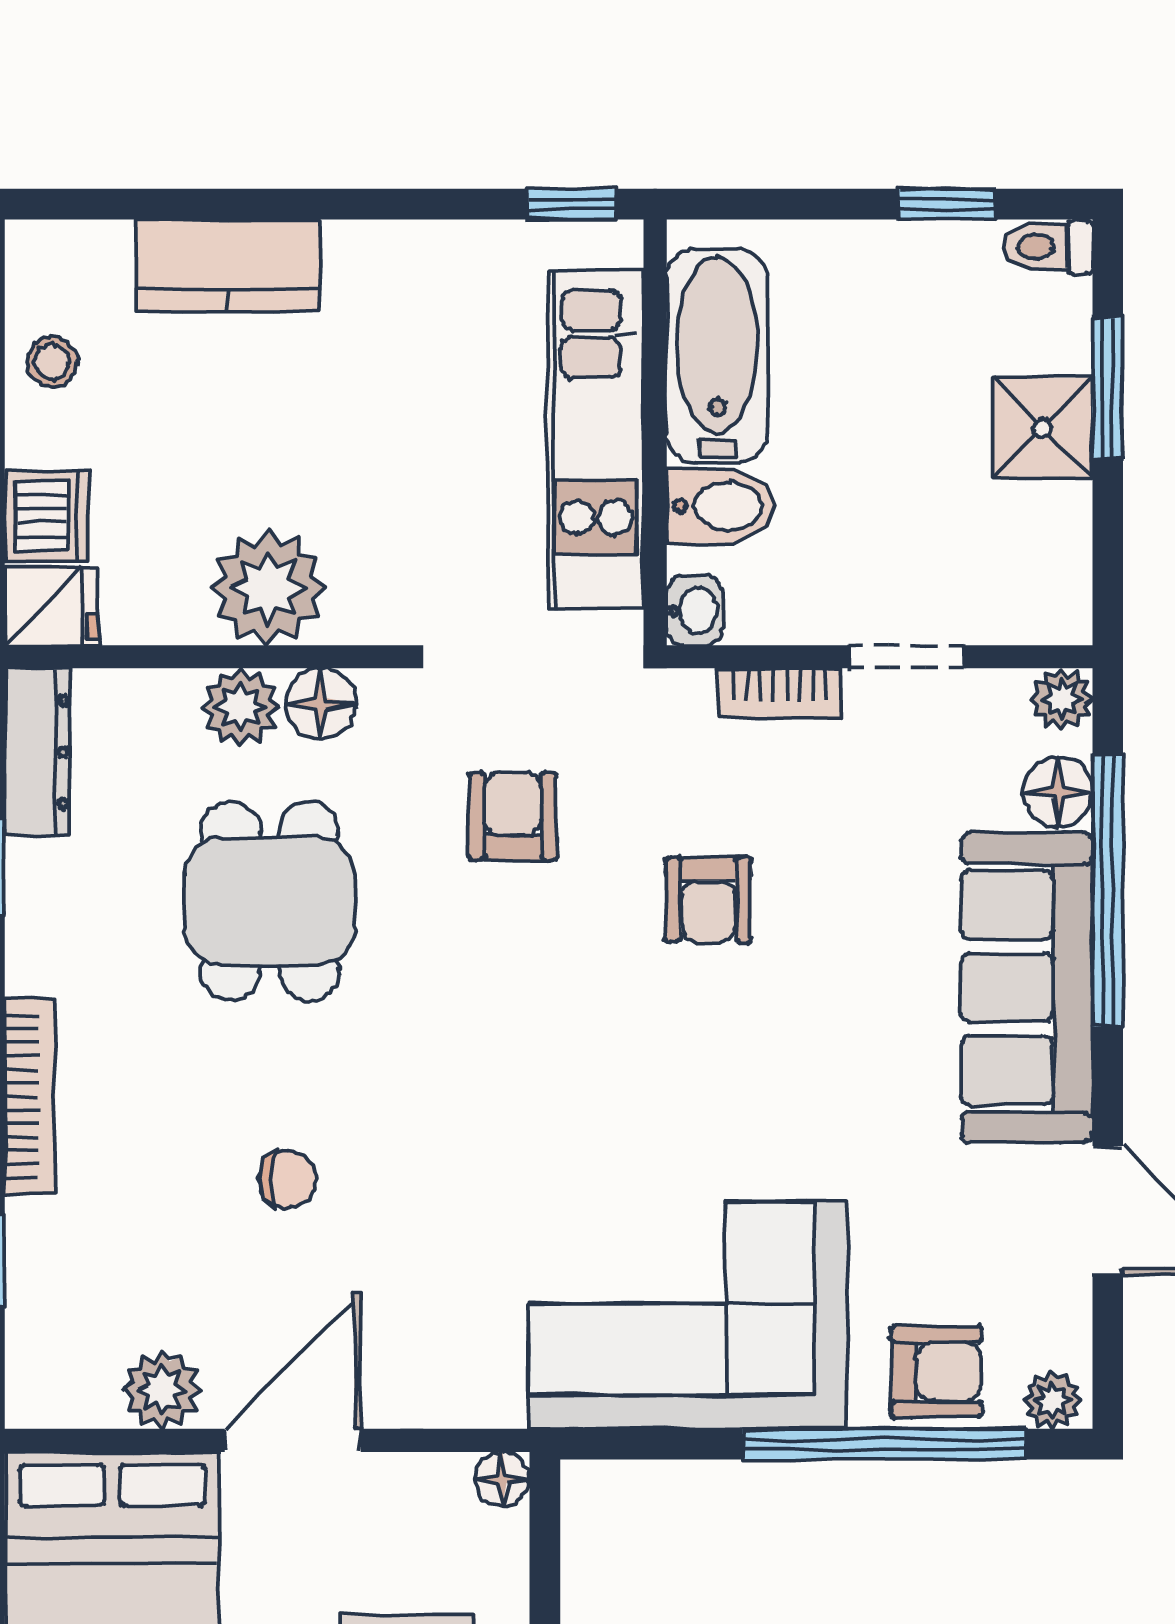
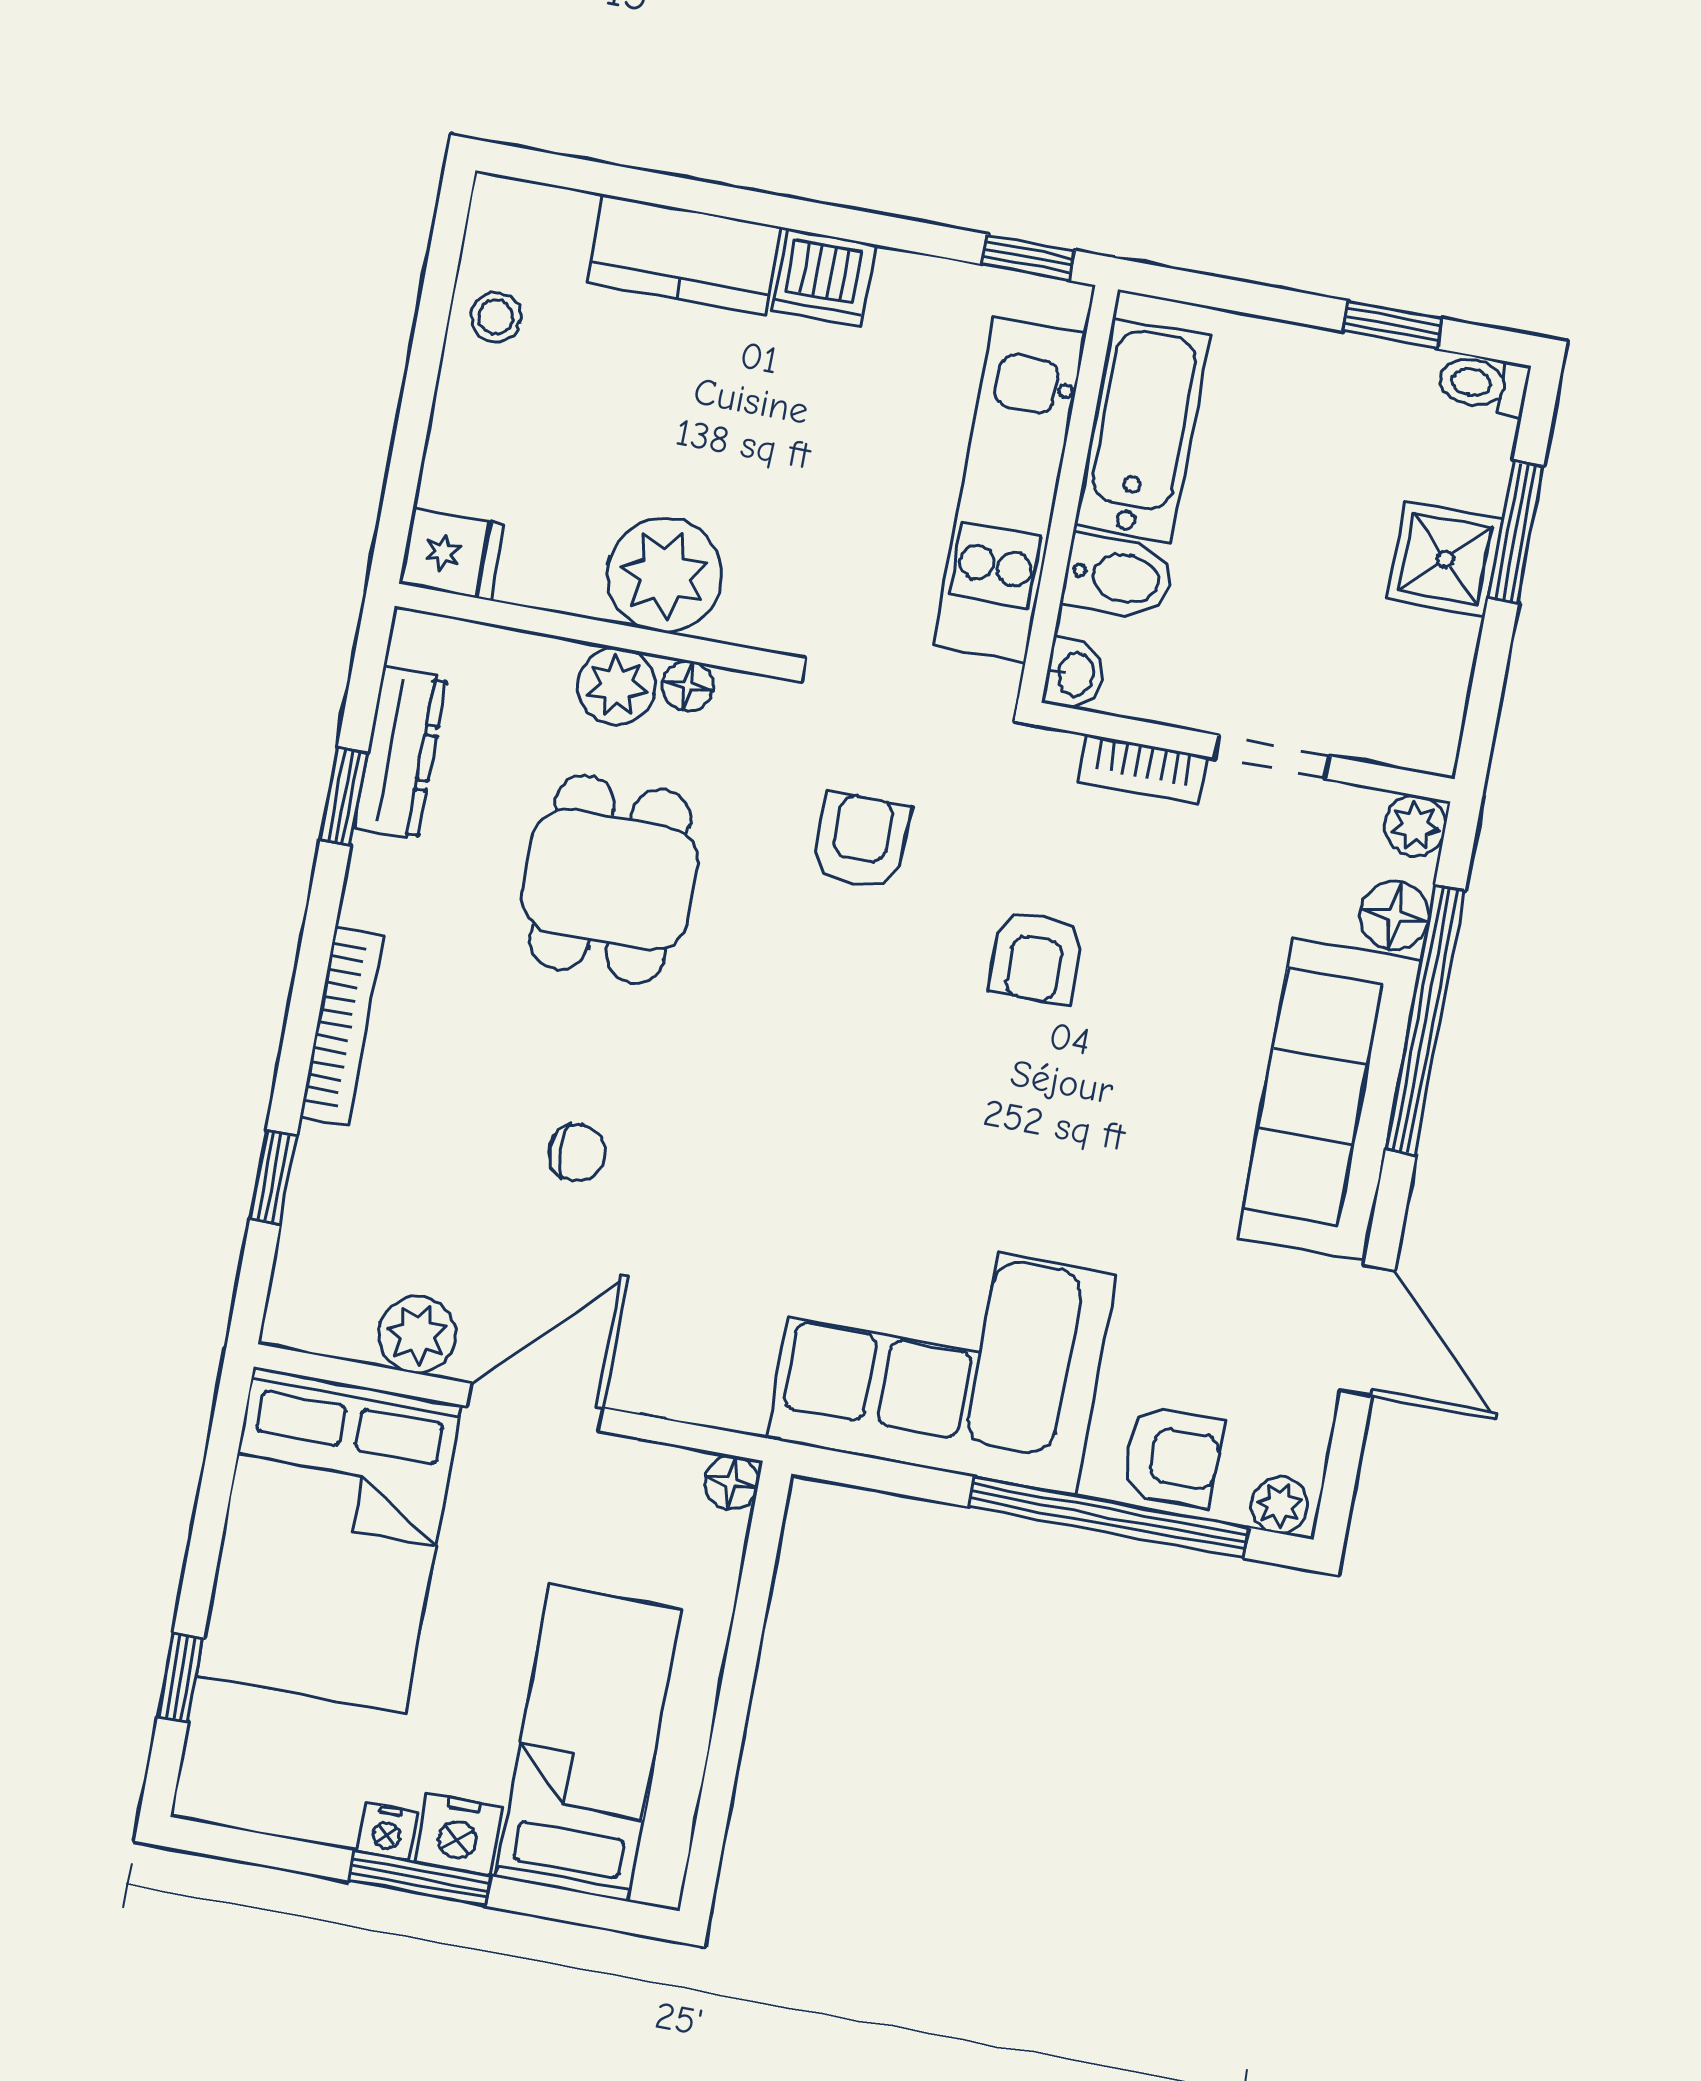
dishwasher: (47, 515) -> (824, 277), moved, turned 90
floor lamp: (321, 703) -> (688, 686), width x0.73, depth x0.73
dresser: (38, 752) -> (400, 753), moved

